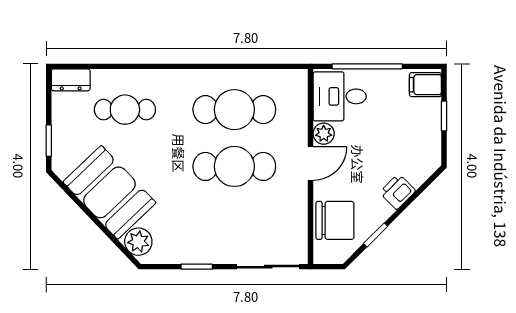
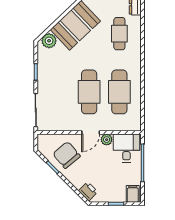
door: (311, 164) -> (91, 133), hinge flipped
printer: (398, 192) -> (88, 191), moved
chair: (335, 220) -> (67, 155), moved, turned 140

